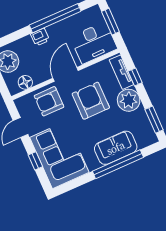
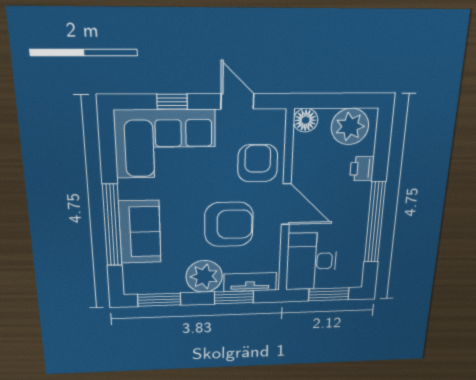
printer: (40, 37) -> (362, 169), moved
window: (135, 77) -> (234, 297), width x1.50
floor lamp: (25, 82) -> (306, 120), moved

